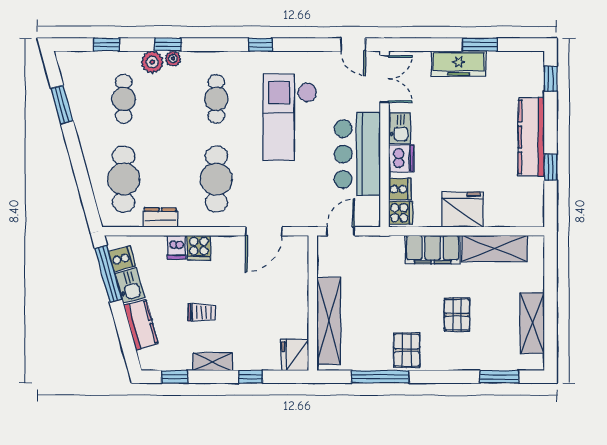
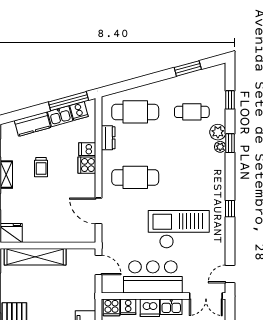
cafe table: (216, 99) -> (192, 177), removed

